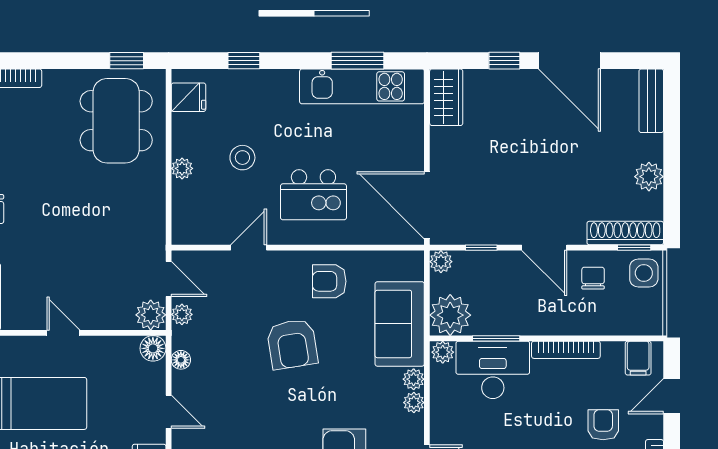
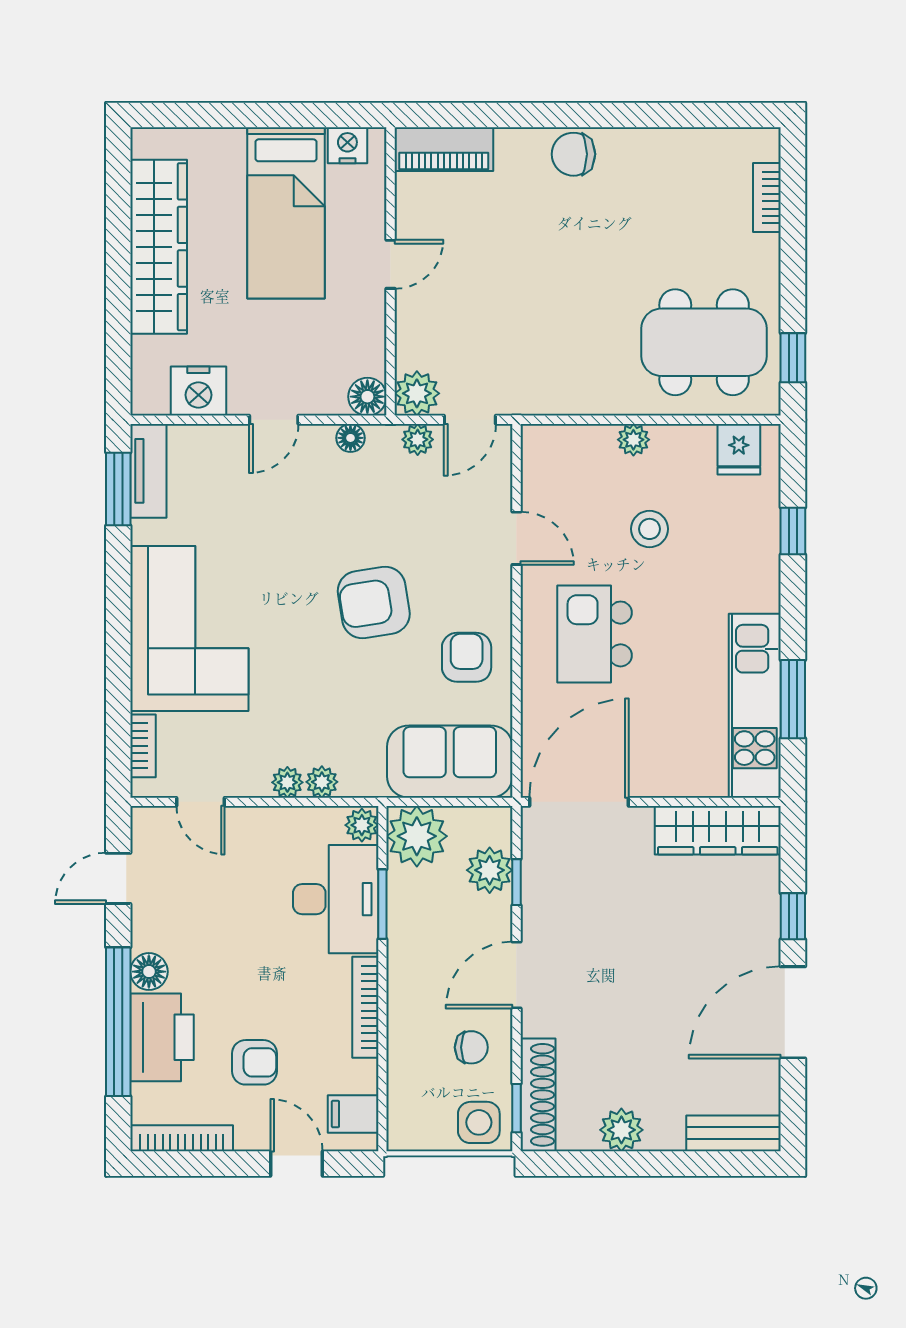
wardrobe: (446, 97) -> (718, 830), width x1.50
plant: (441, 262) -> (490, 870), moved, width x1.38, depth x1.38
sofa: (400, 324) -> (450, 762), moved

